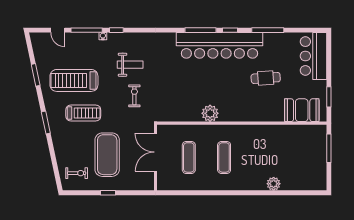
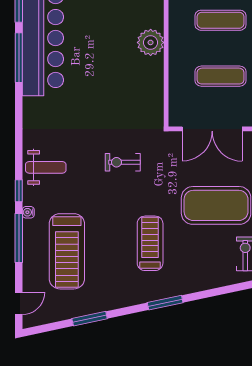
door: (58, 30) -> (19, 303), moved
weight bench: (130, 65) -> (46, 167), moved, turned 90
treadmill: (74, 80) -> (67, 251), moved

